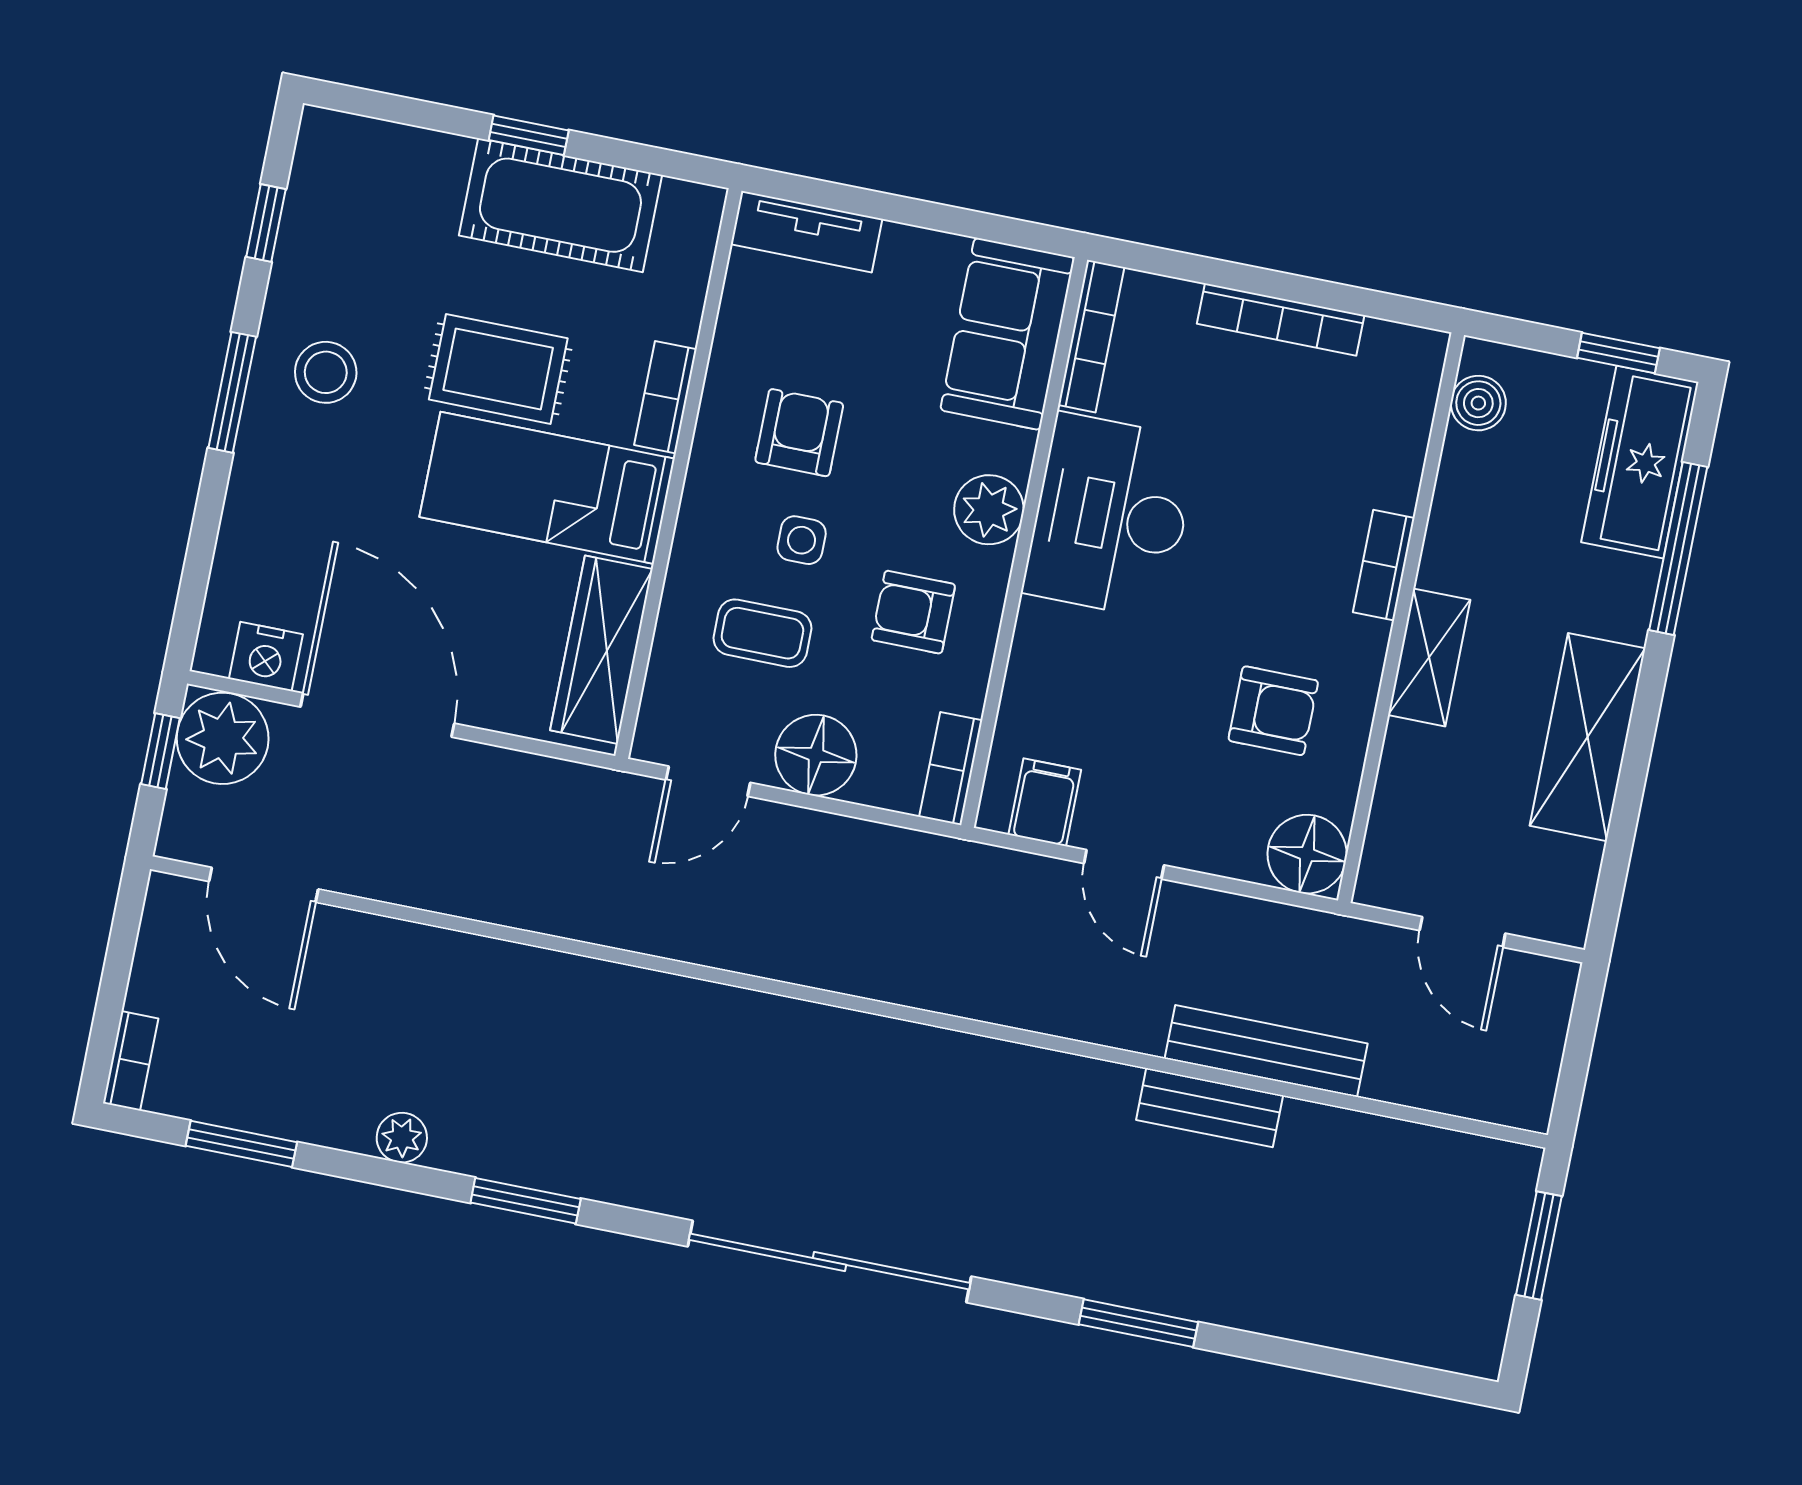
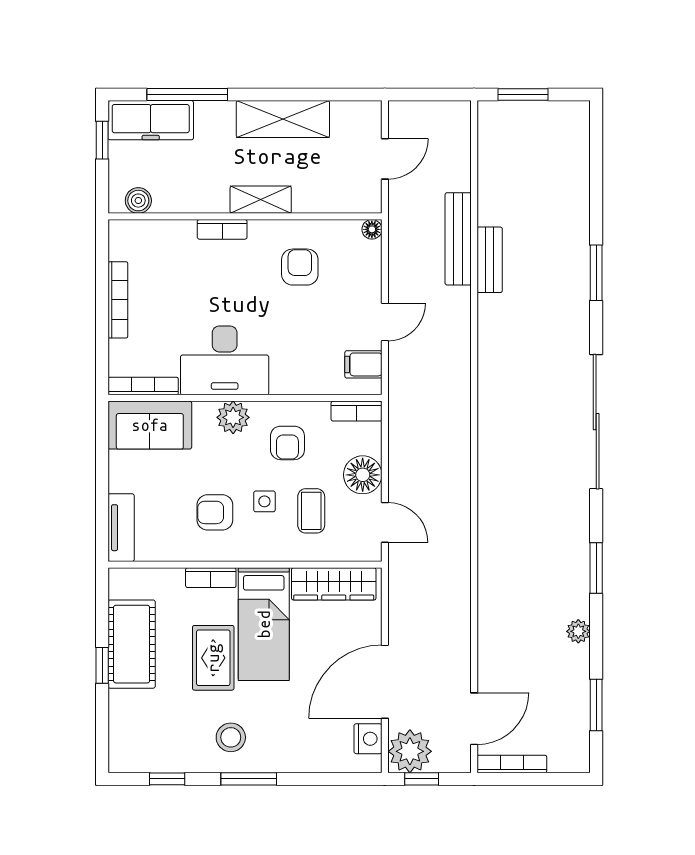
floor lamp: (1307, 854) -> (372, 229), width x0.53, depth x0.53
bookcase: (131, 1061) -> (512, 764), moved, width x1.56

